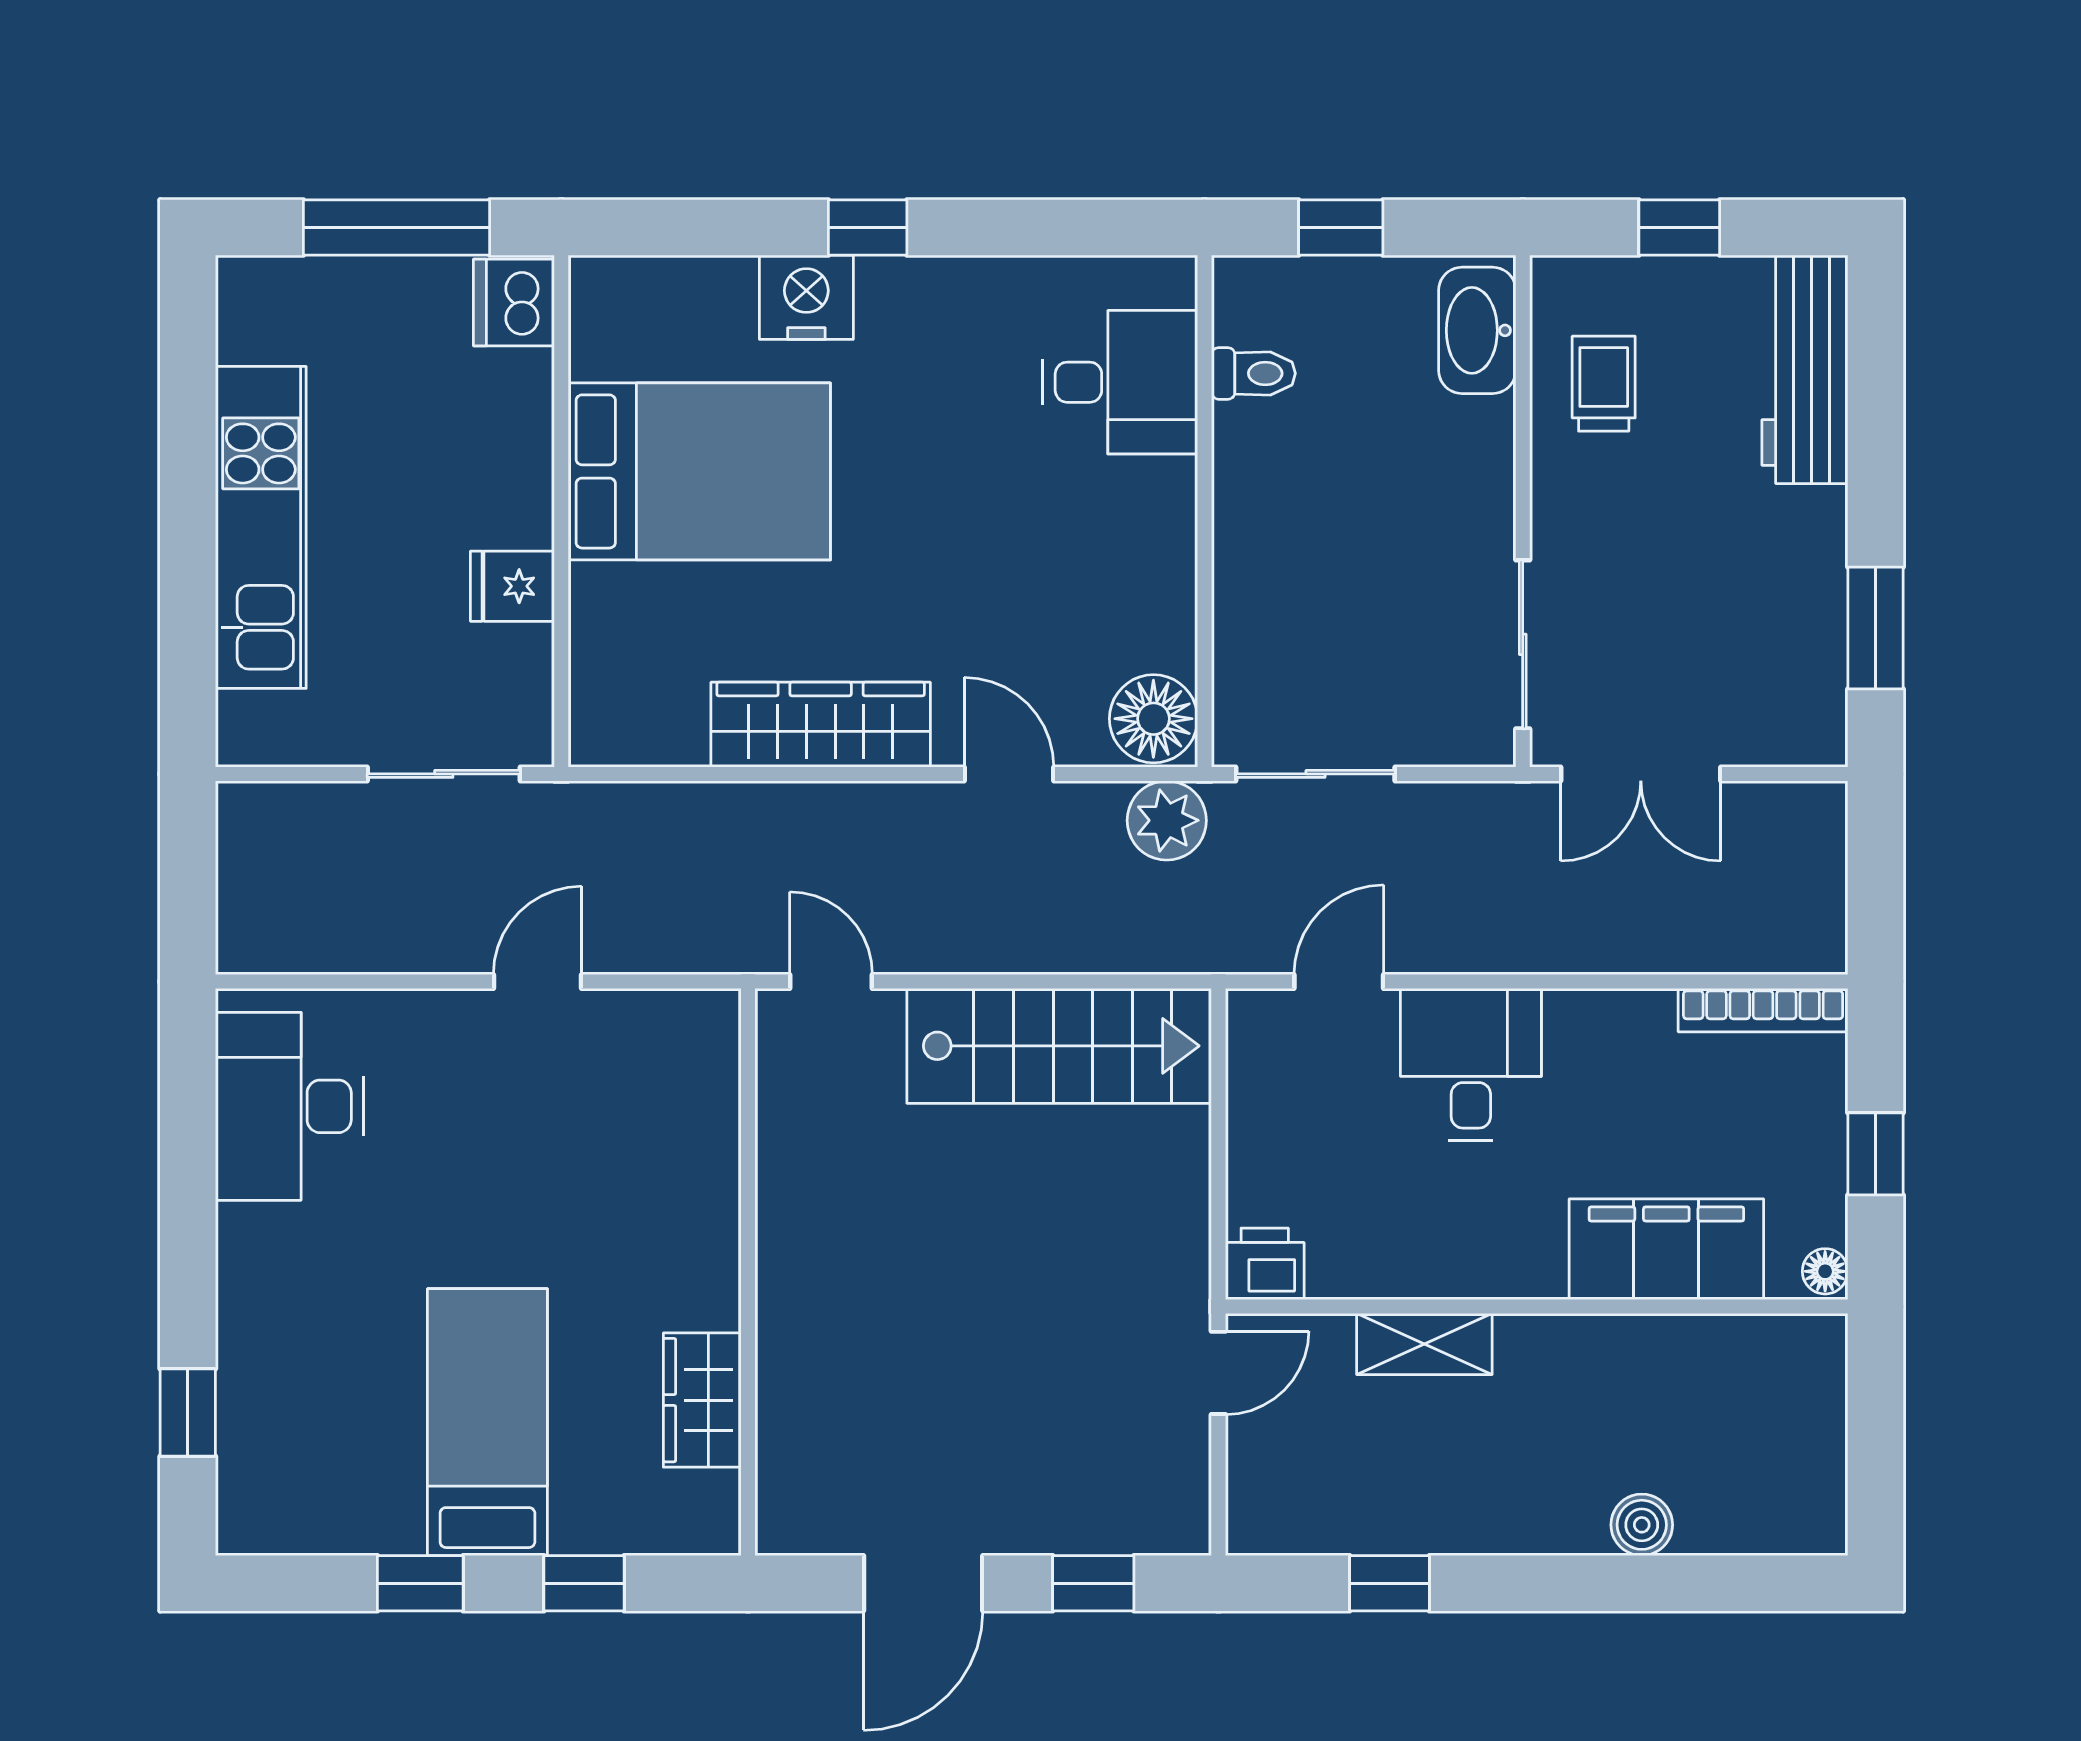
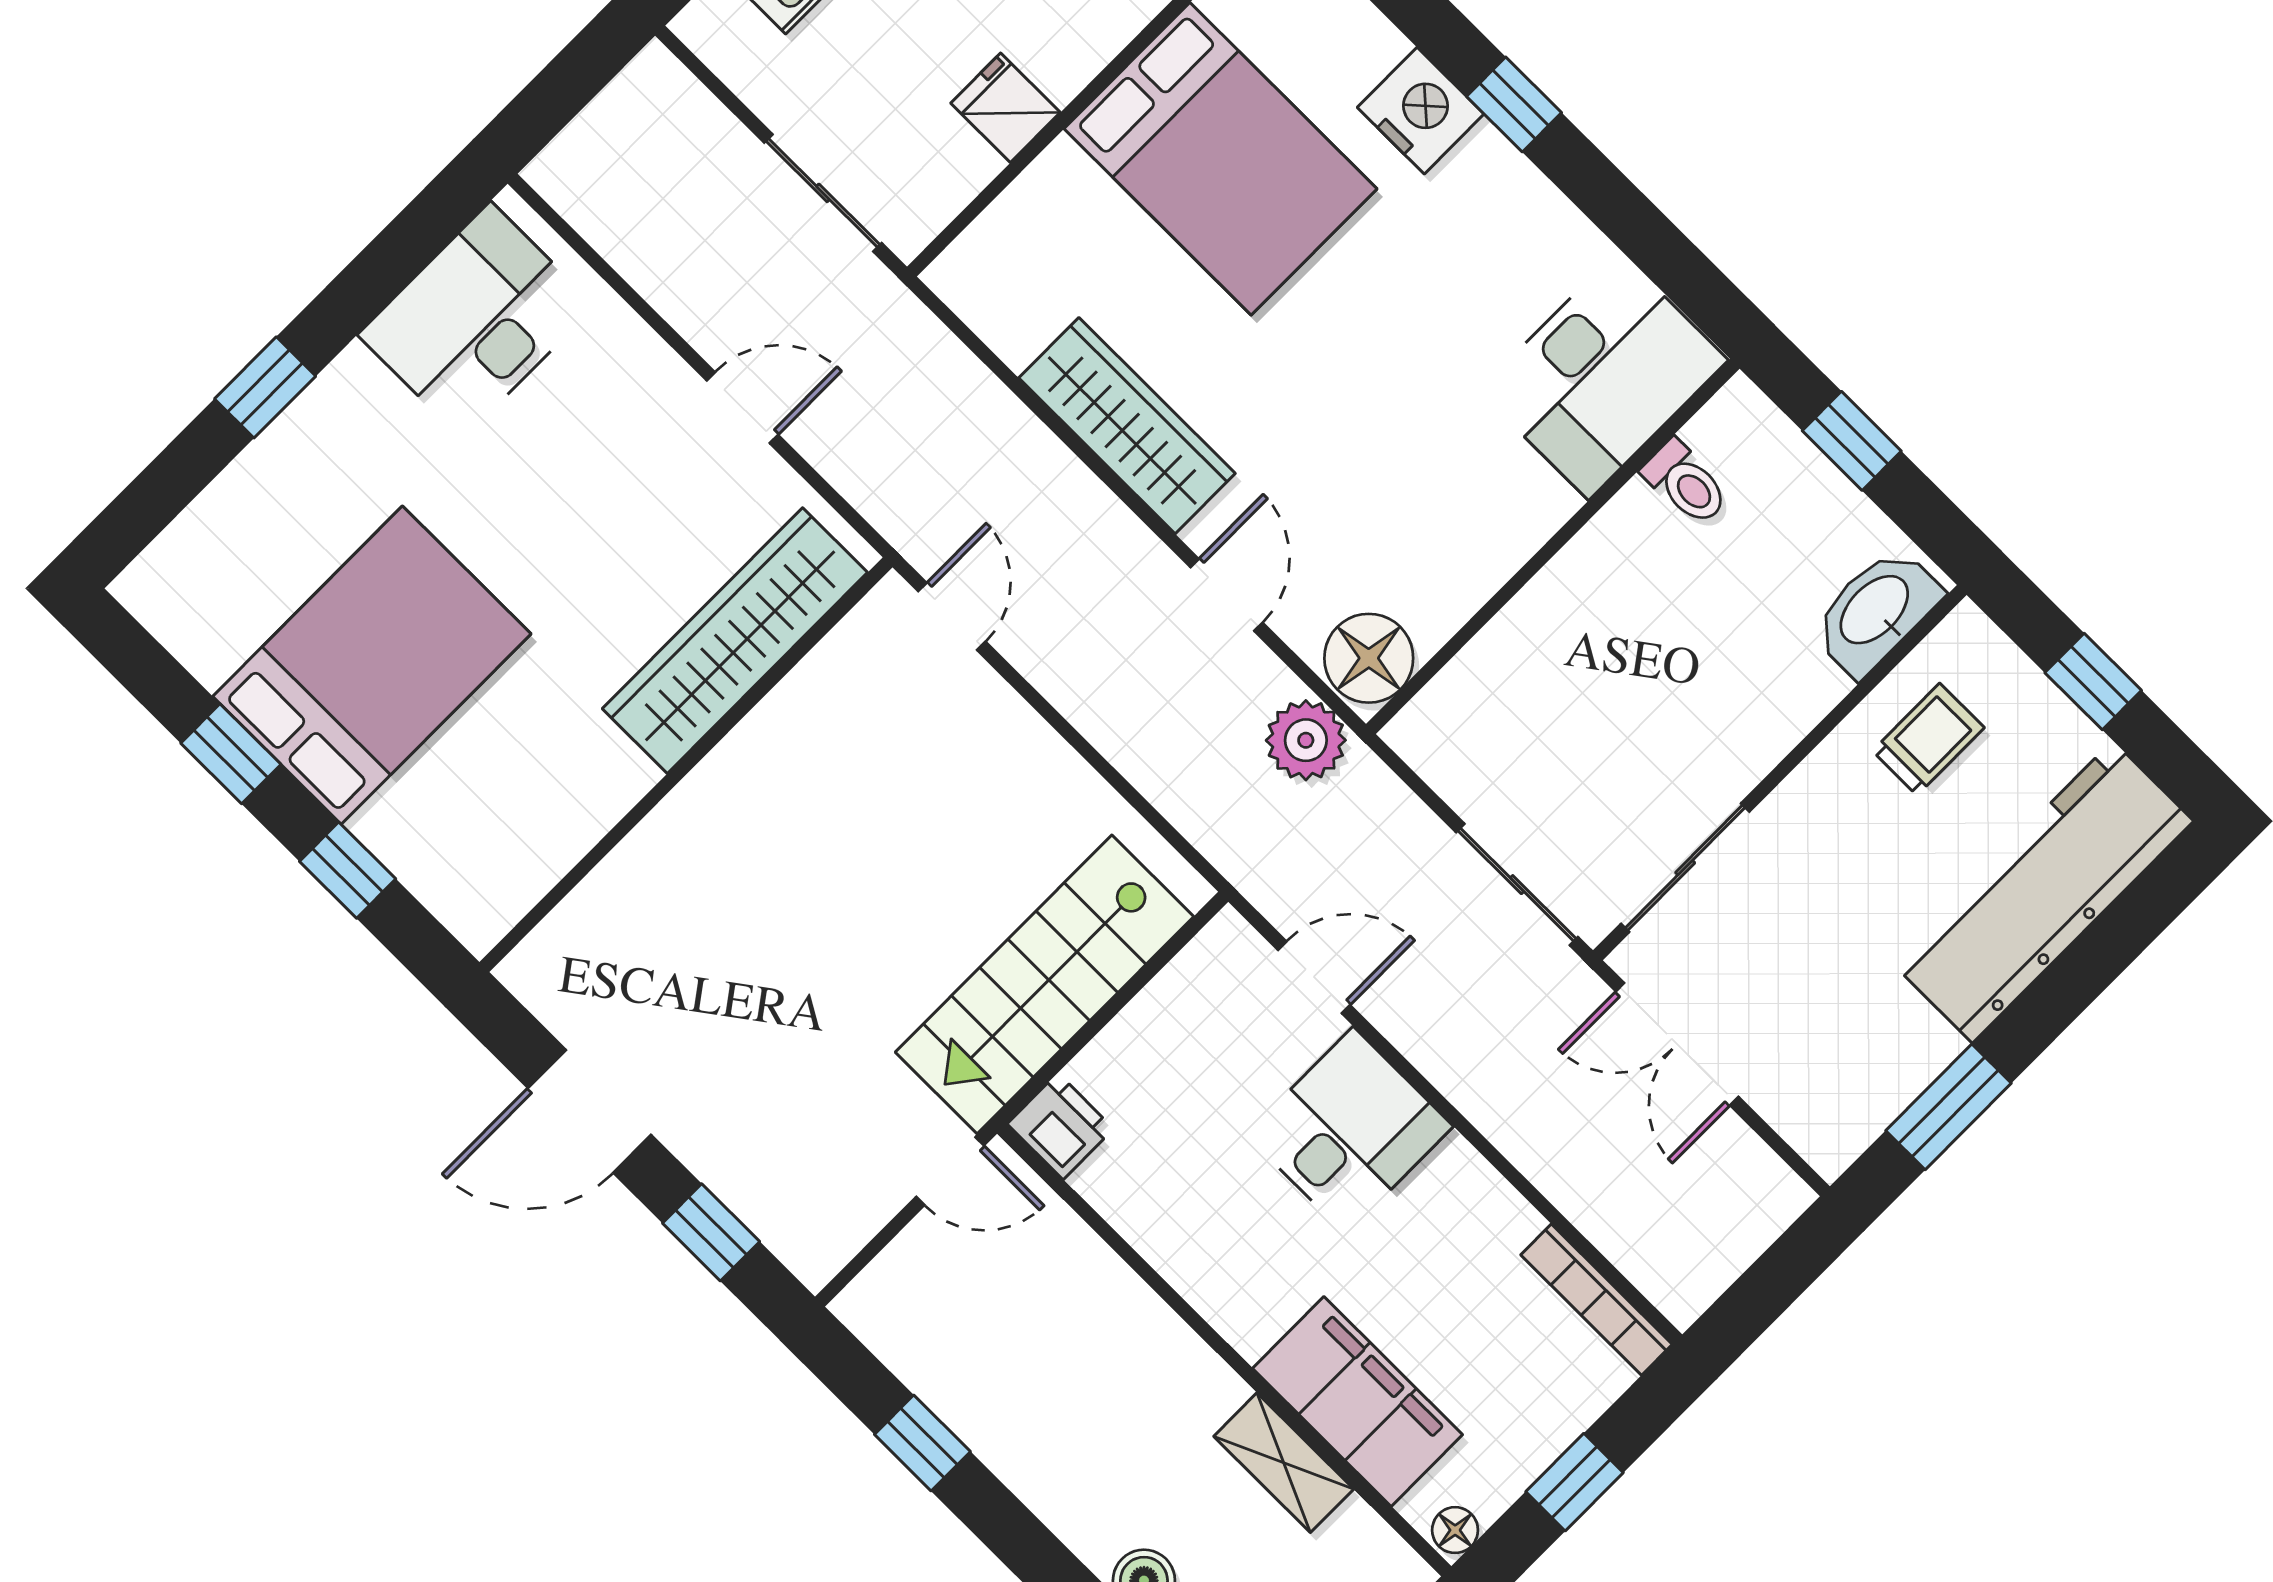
workbench: (1805, 369) -> (2043, 892), width x1.36, depth x1.32
desk: (1120, 382) -> (1603, 375), width x1.37
sliding door: (1315, 774) -> (1517, 885), moved
stairs: (1059, 1046) -> (1044, 984), moved, turned 90
shelving: (1424, 1344) -> (1284, 1463), moved
wardrobe: (702, 1400) -> (735, 641), moved, width x2.10, depth x1.17
window: (188, 1413) -> (265, 387), moved
bed: (487, 1422) -> (372, 665), width x1.50

